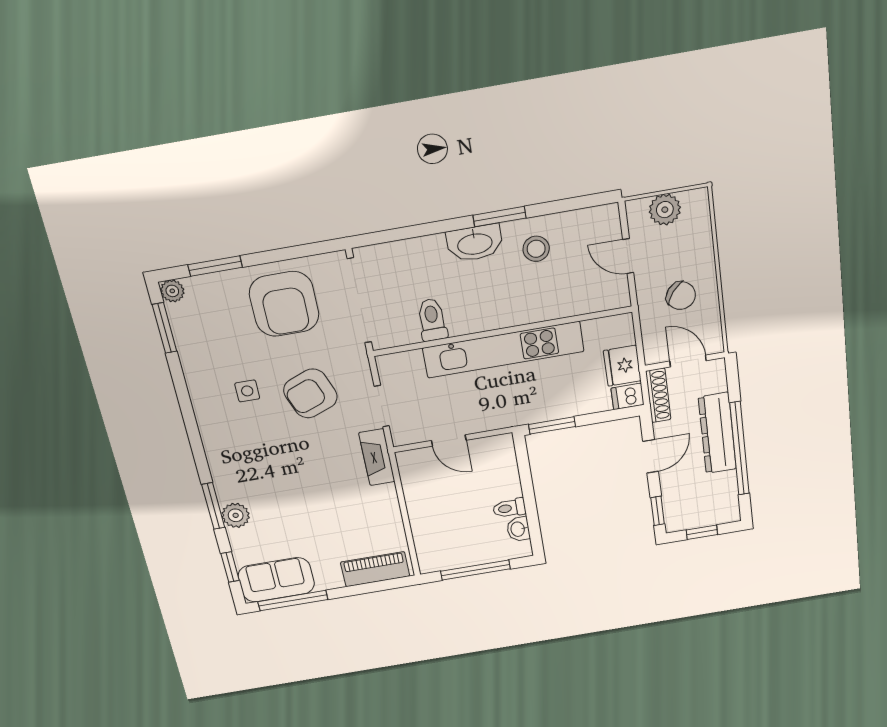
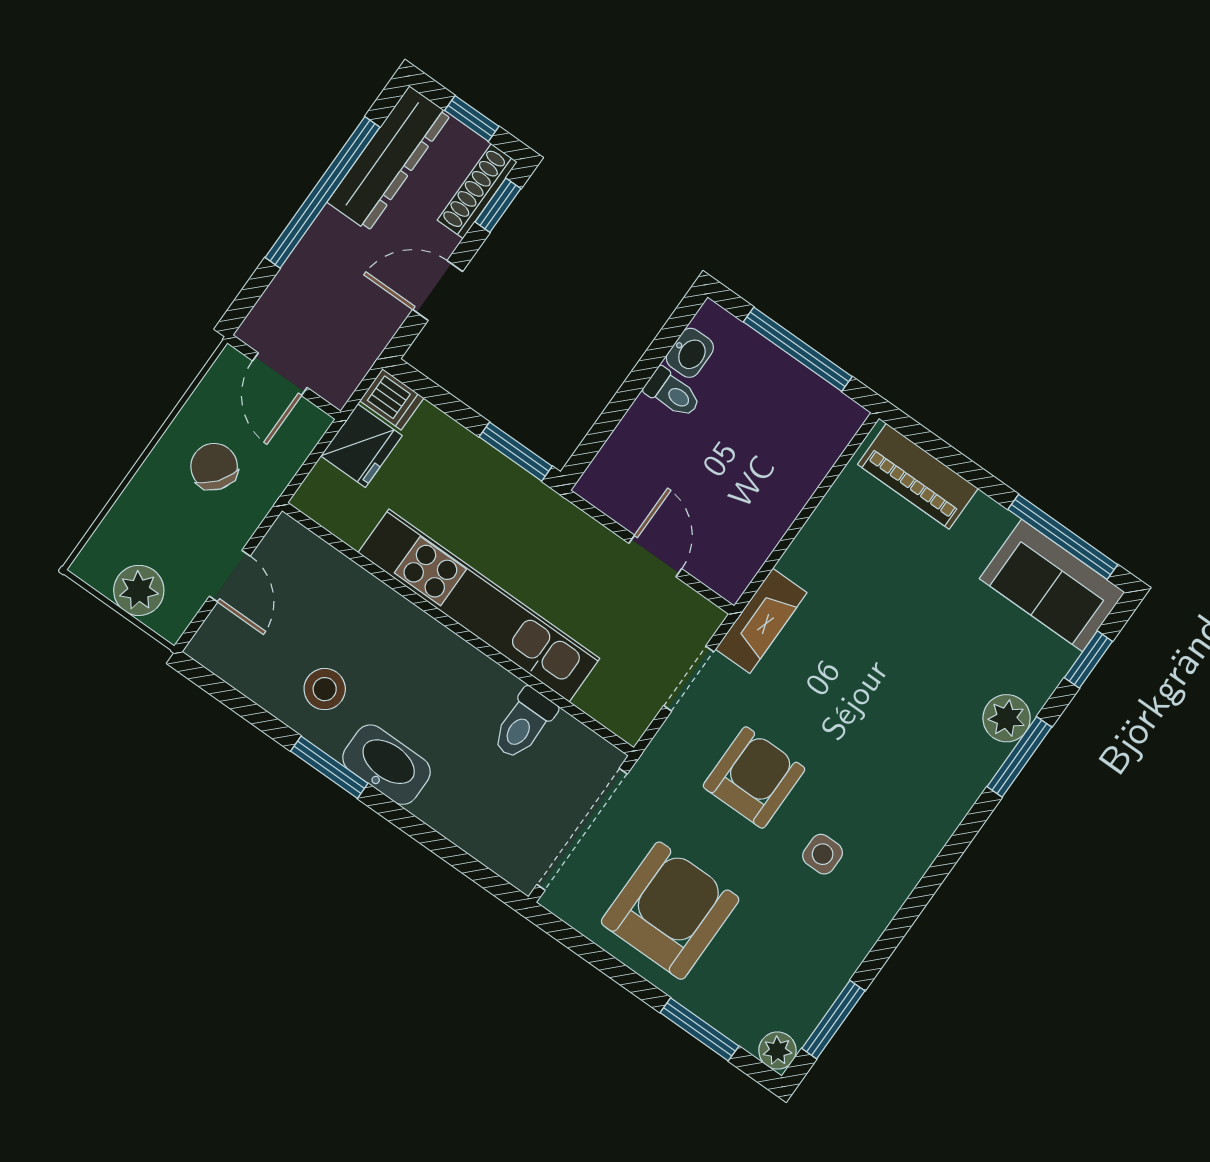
armchair: (310, 394) -> (754, 778), turned -69
shoe rack: (658, 395) -> (477, 191), moved
dresser: (717, 433) -> (389, 159), moved

